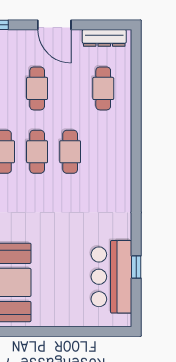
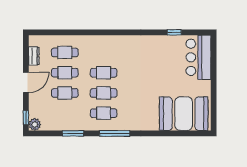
dresser: (104, 38) -> (34, 56), width x0.70
cafe table: (70, 88) -> (65, 73), added
bar counter: (111, 277) -> (198, 57), moved, turned 90

